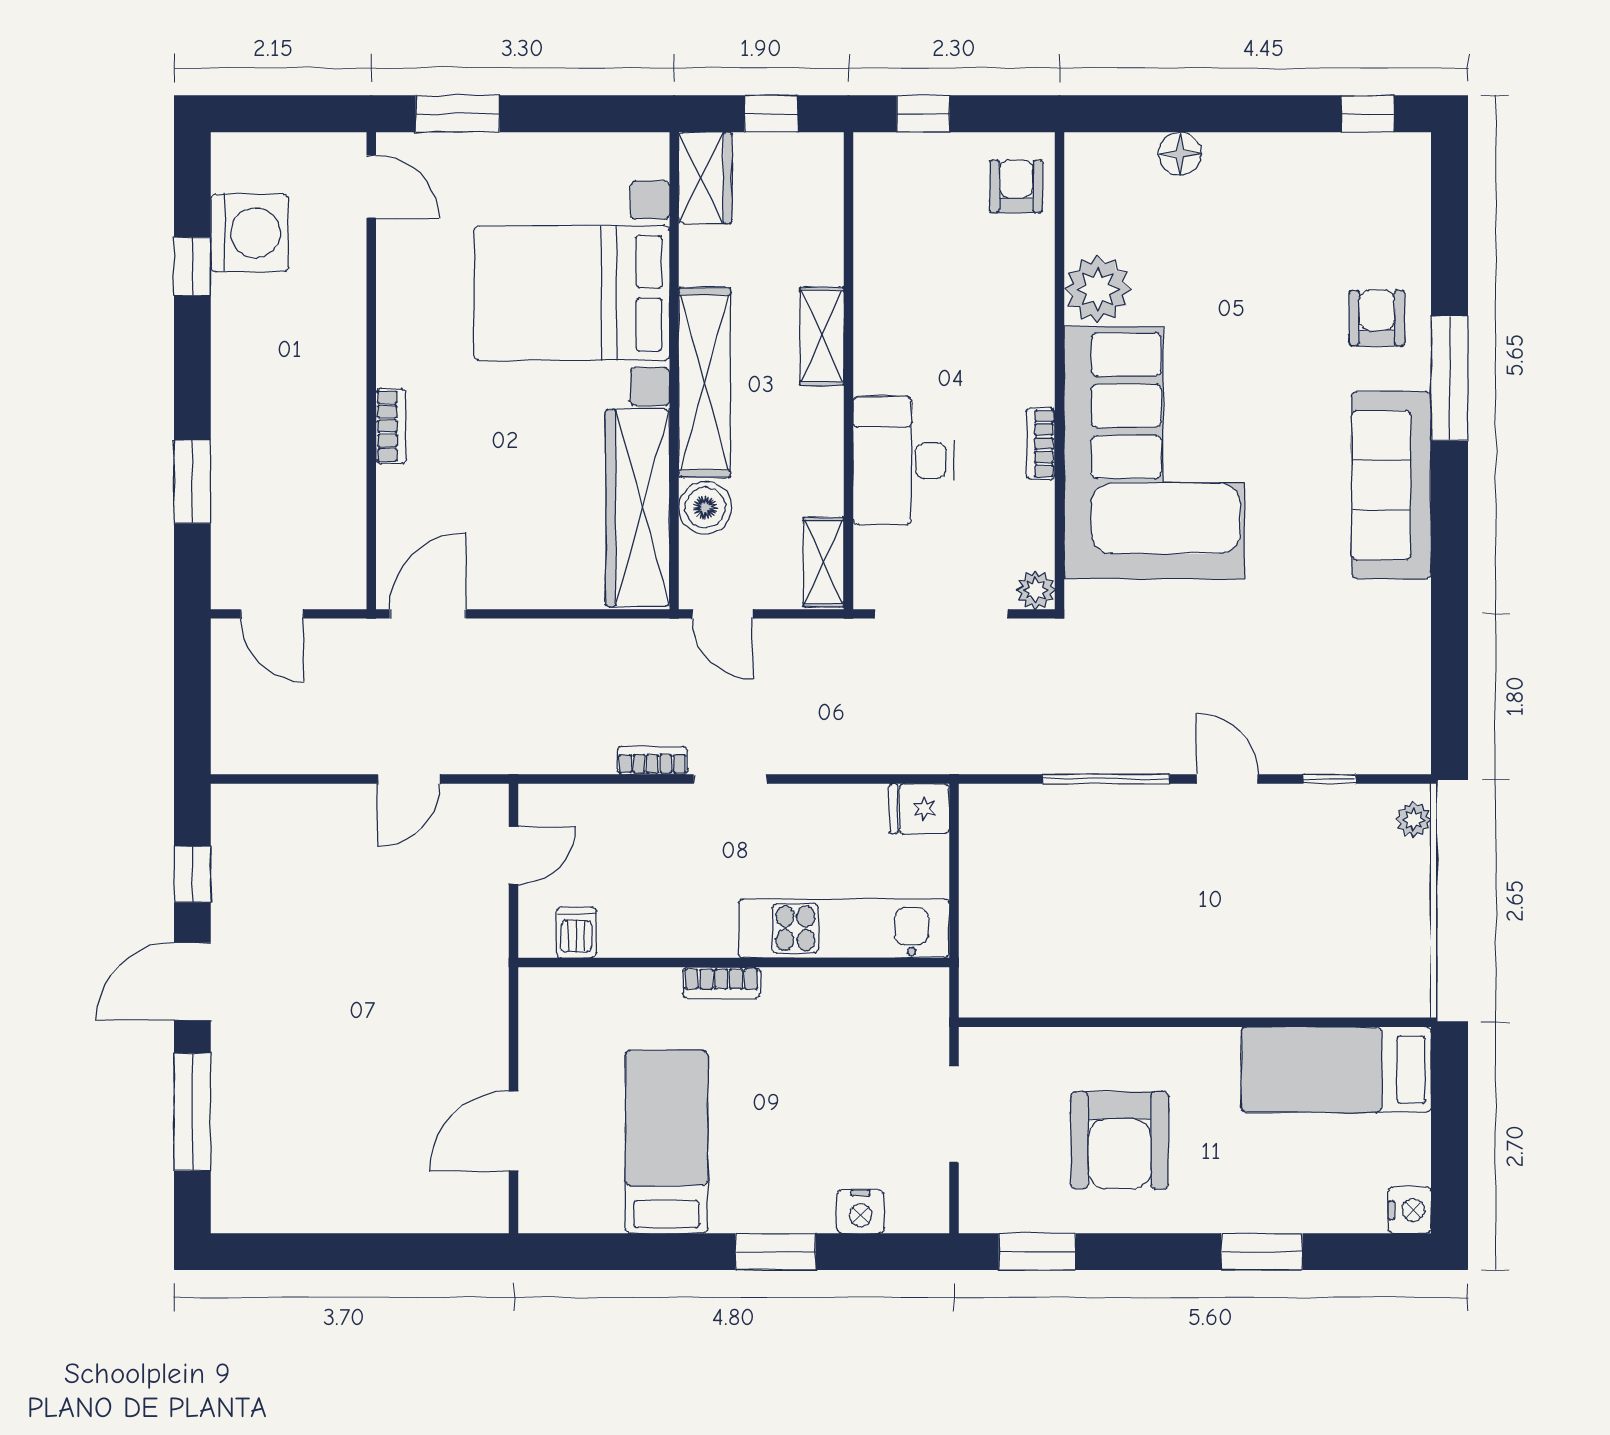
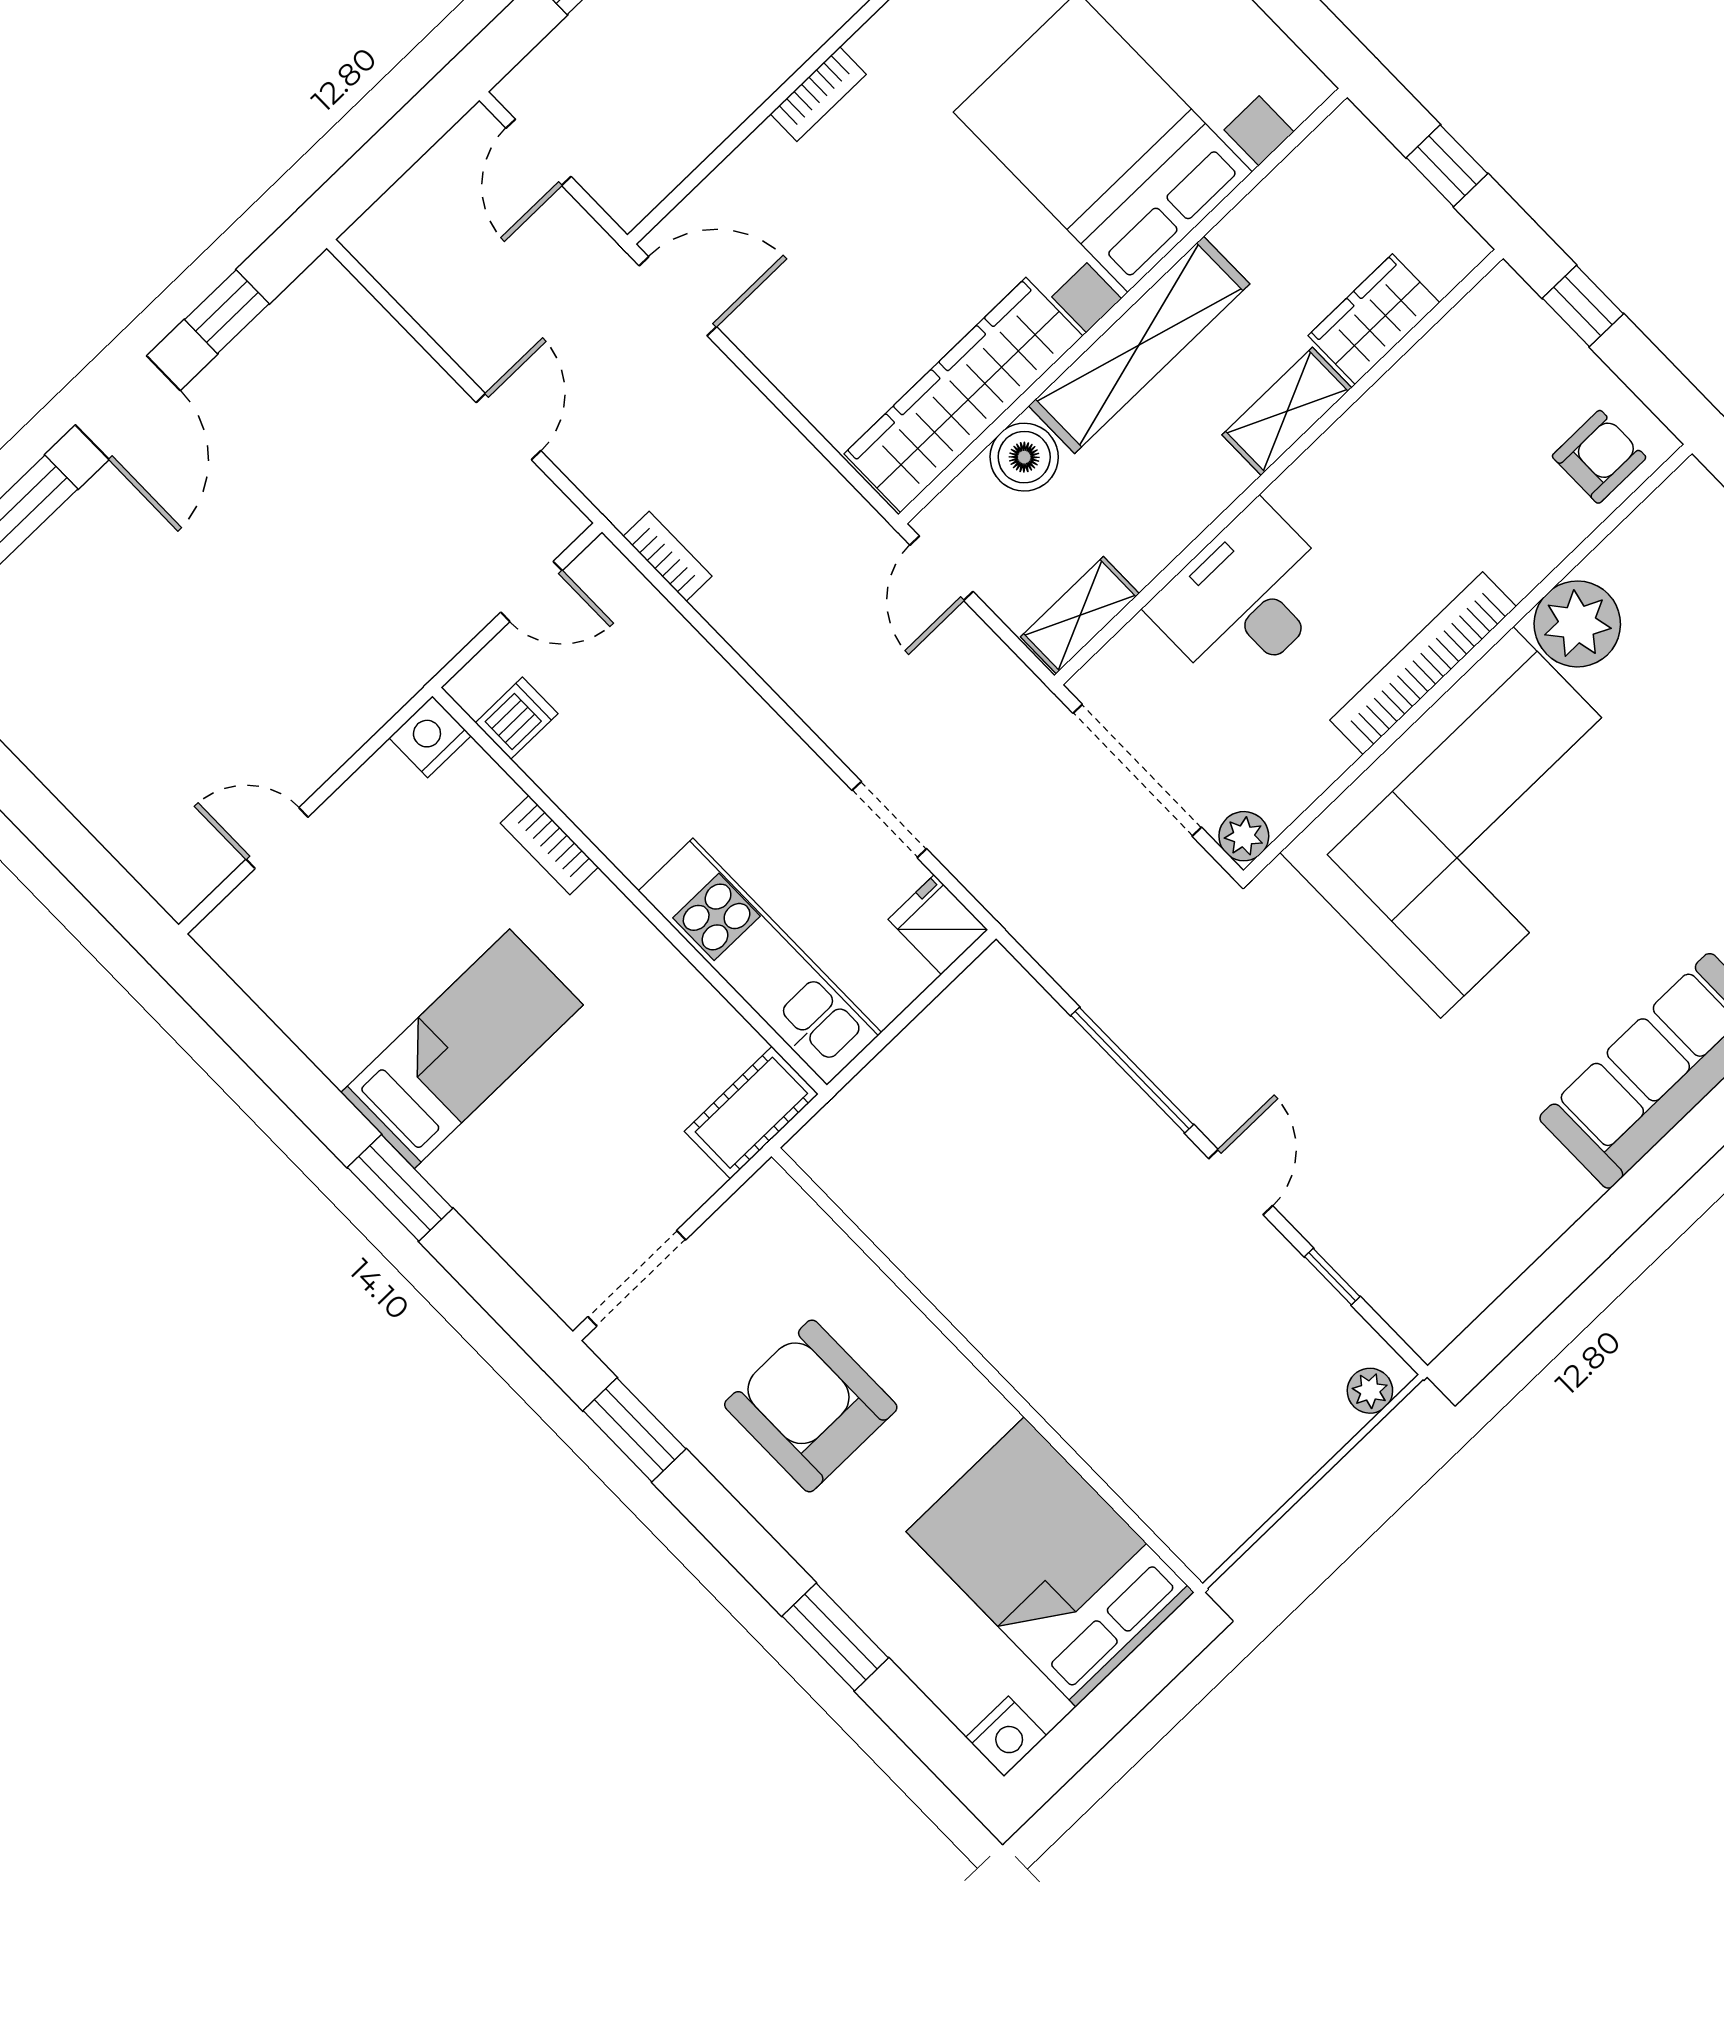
wardrobe: (705, 178) -> (1374, 319), moved, turned 180
bookcase: (1041, 443) -> (1423, 663), width x2.31, depth x1.31
bookcase: (652, 760) -> (668, 556), moved
door: (409, 779) -> (508, 427), swing flipped
doorway: (730, 779) -> (889, 820), moved
door: (192, 981) -> (128, 408), swing flipped
bookcase: (721, 983) -> (549, 845), moved
cot: (924, 1015) -> (751, 1113), added
bed: (1336, 1070) -> (1050, 1562), width x1.50
doorway: (954, 1114) -> (637, 1278), moved
door: (514, 1131) -> (277, 838), width x0.73
armchair: (1120, 1140) -> (811, 1406), turned 90
bed: (667, 1142) -> (462, 1049), moved
nightstand: (861, 1212) -> (430, 737), moved, turned 90

